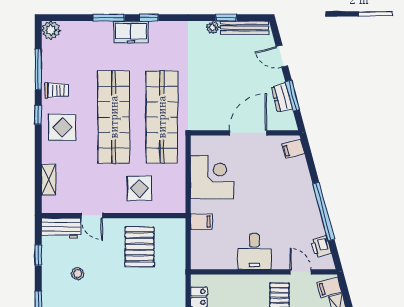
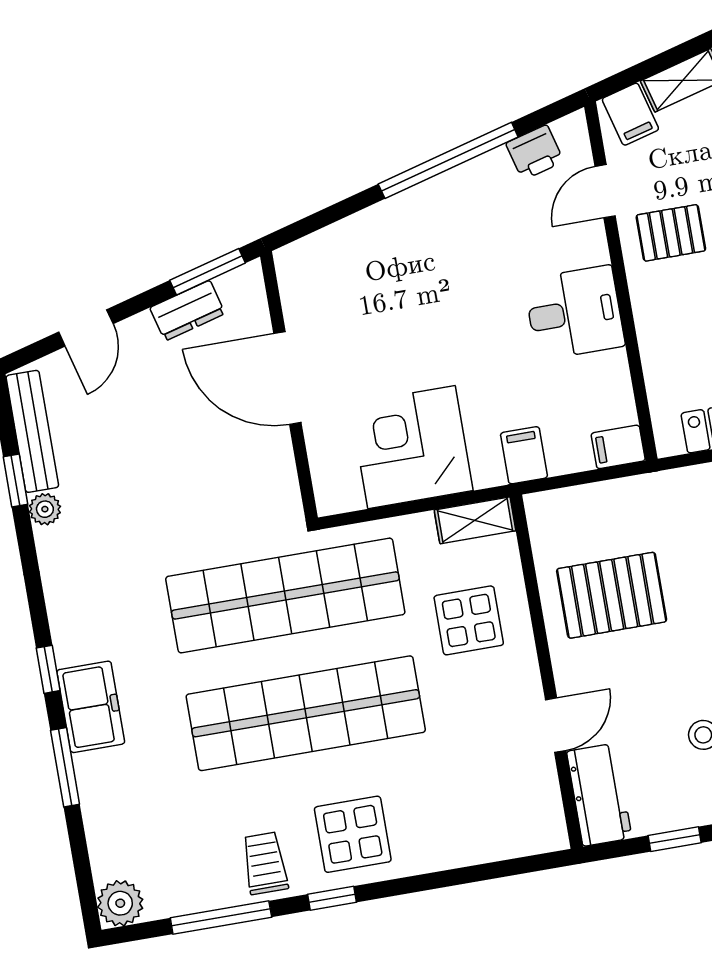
window: (292, 95) -> (208, 272), moved
filing cabinet: (293, 149) -> (618, 447), moved, turned 105
shelving: (49, 180) -> (475, 520), moved

